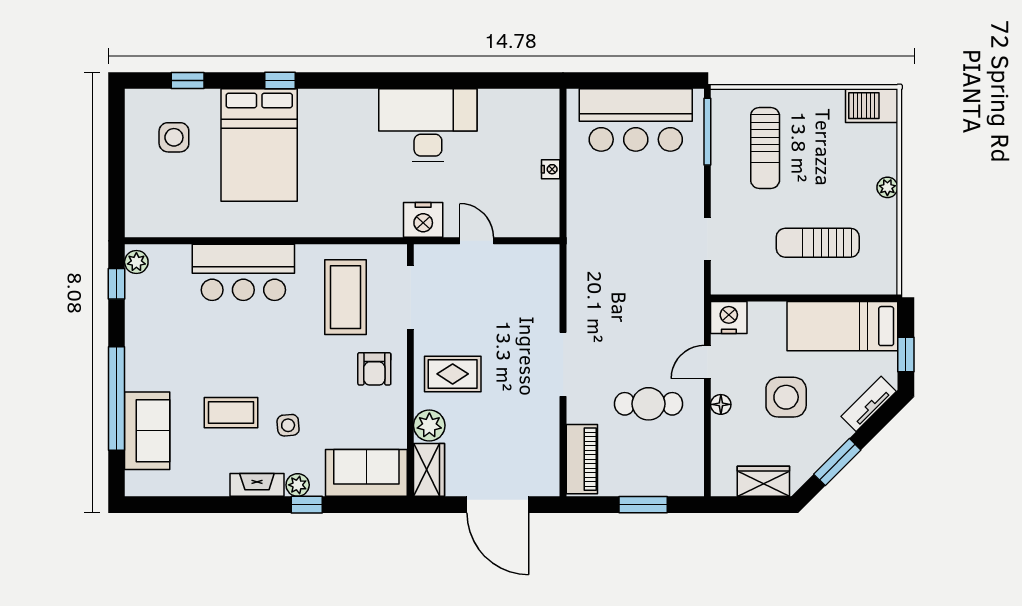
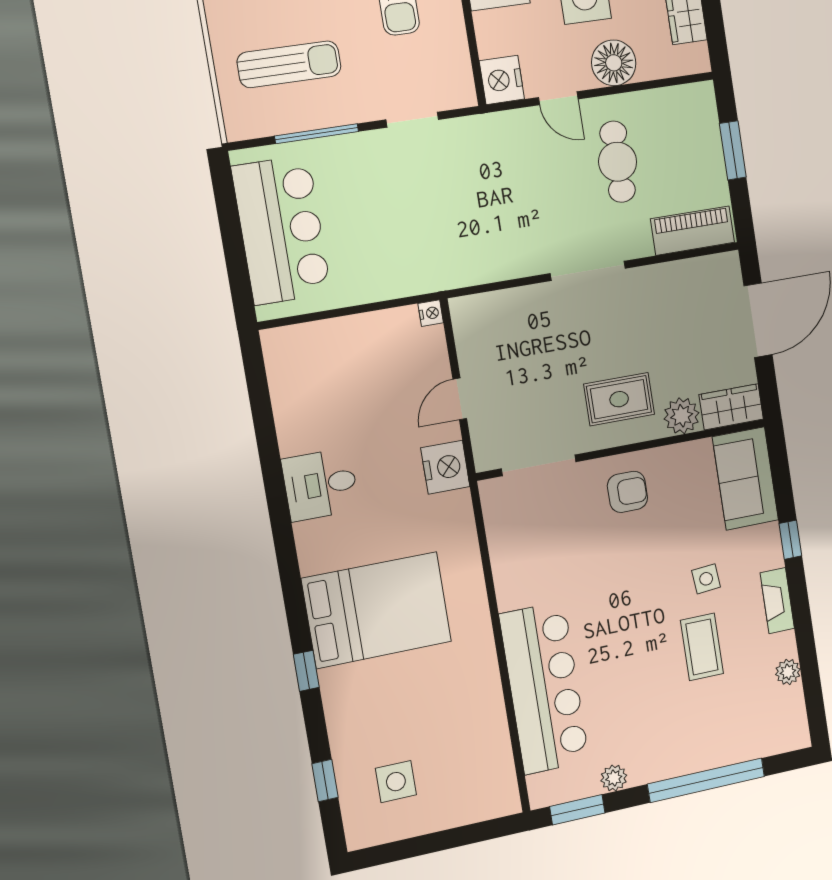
desk: (428, 125) -> (320, 485), width x0.53, depth x0.77
window: (707, 132) -> (317, 134), moved
bed: (259, 145) -> (377, 610), moved
nightstand: (551, 169) -> (431, 313), moved, turned 90
plant: (136, 262) -> (614, 778), moved
bar counter: (243, 272) -> (544, 688), width x1.36
window: (117, 284) -> (577, 810), width x1.50
coffee table: (346, 297) -> (550, 542), removed
rug: (453, 374) -> (619, 399), turned 90
floor lamp: (721, 404) -> (614, 63), width x1.89, depth x1.89
sofa: (147, 431) -> (737, 738), removed
plant: (298, 485) -> (788, 672), moved

